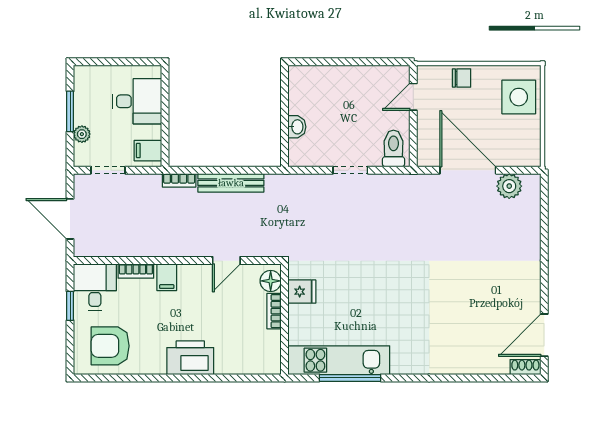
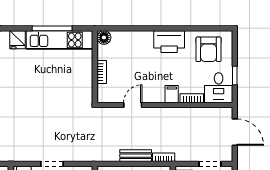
bench: (231, 183) -> (136, 156), width x0.73
floor lamp: (271, 281) -> (104, 38), moved
fridge: (302, 292) -> (18, 40), moved, turned -90
armchair: (110, 346) -> (209, 49), turned 90
printer: (190, 358) -> (169, 42), moved

